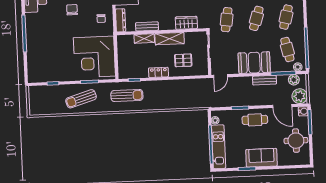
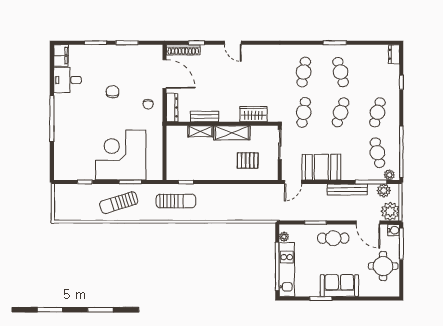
corner desk: (94, 57) -> (121, 155), moved, turned 90
booth: (254, 63) -> (321, 167), moved
locker: (158, 72) -> (216, 174), removed
bench: (264, 80) -> (347, 190), width x1.36

